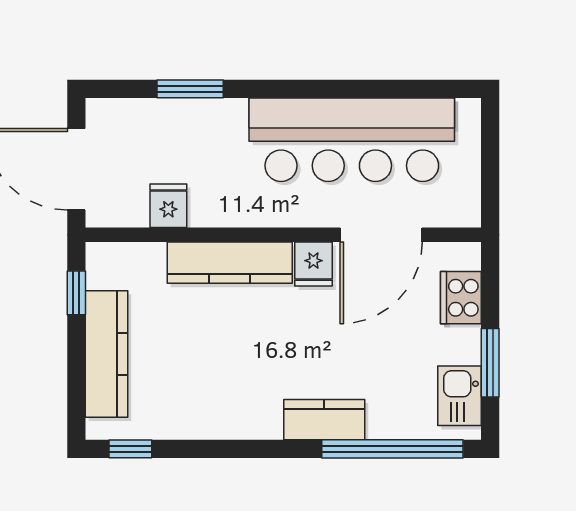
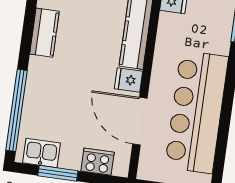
kitchen counter: (324, 420) -> (44, 33), moved

